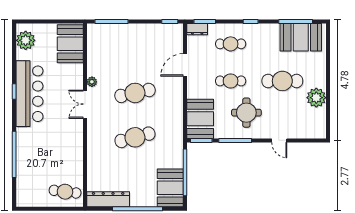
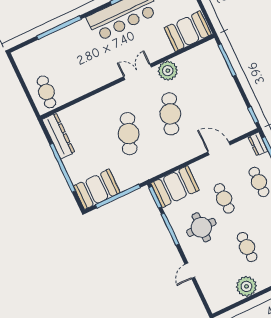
cafe table: (282, 81) -> (247, 247), width x0.73, depth x0.74
plant: (92, 82) -> (168, 71), width x1.88, depth x1.88
cafe table: (135, 93) -> (170, 114), turned 33
cafe table: (135, 137) -> (129, 134), turned 36

